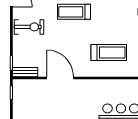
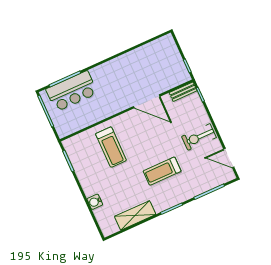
treadmill: (74, 12) -> (162, 171), turned 180
treadmill: (109, 52) -> (111, 147), turned -90

